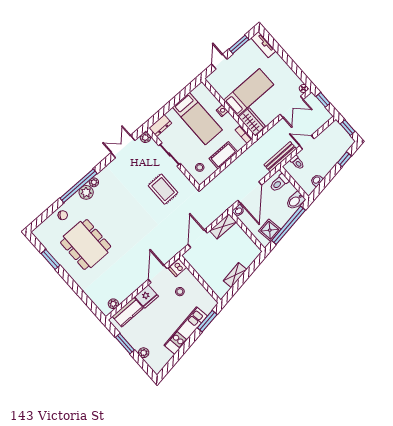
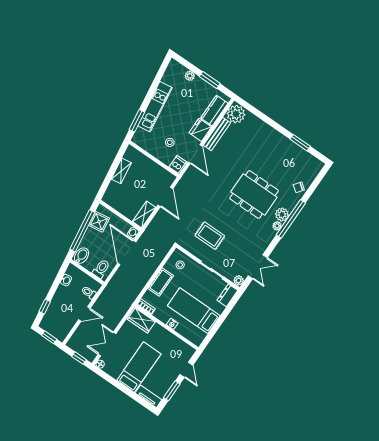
bed: (249, 92) -> (139, 367), moved, turned 180
bench: (280, 157) -> (217, 134), moved
dining table: (86, 244) -> (254, 194), moved
plant: (113, 304) -> (236, 114), width x1.88, depth x1.88

